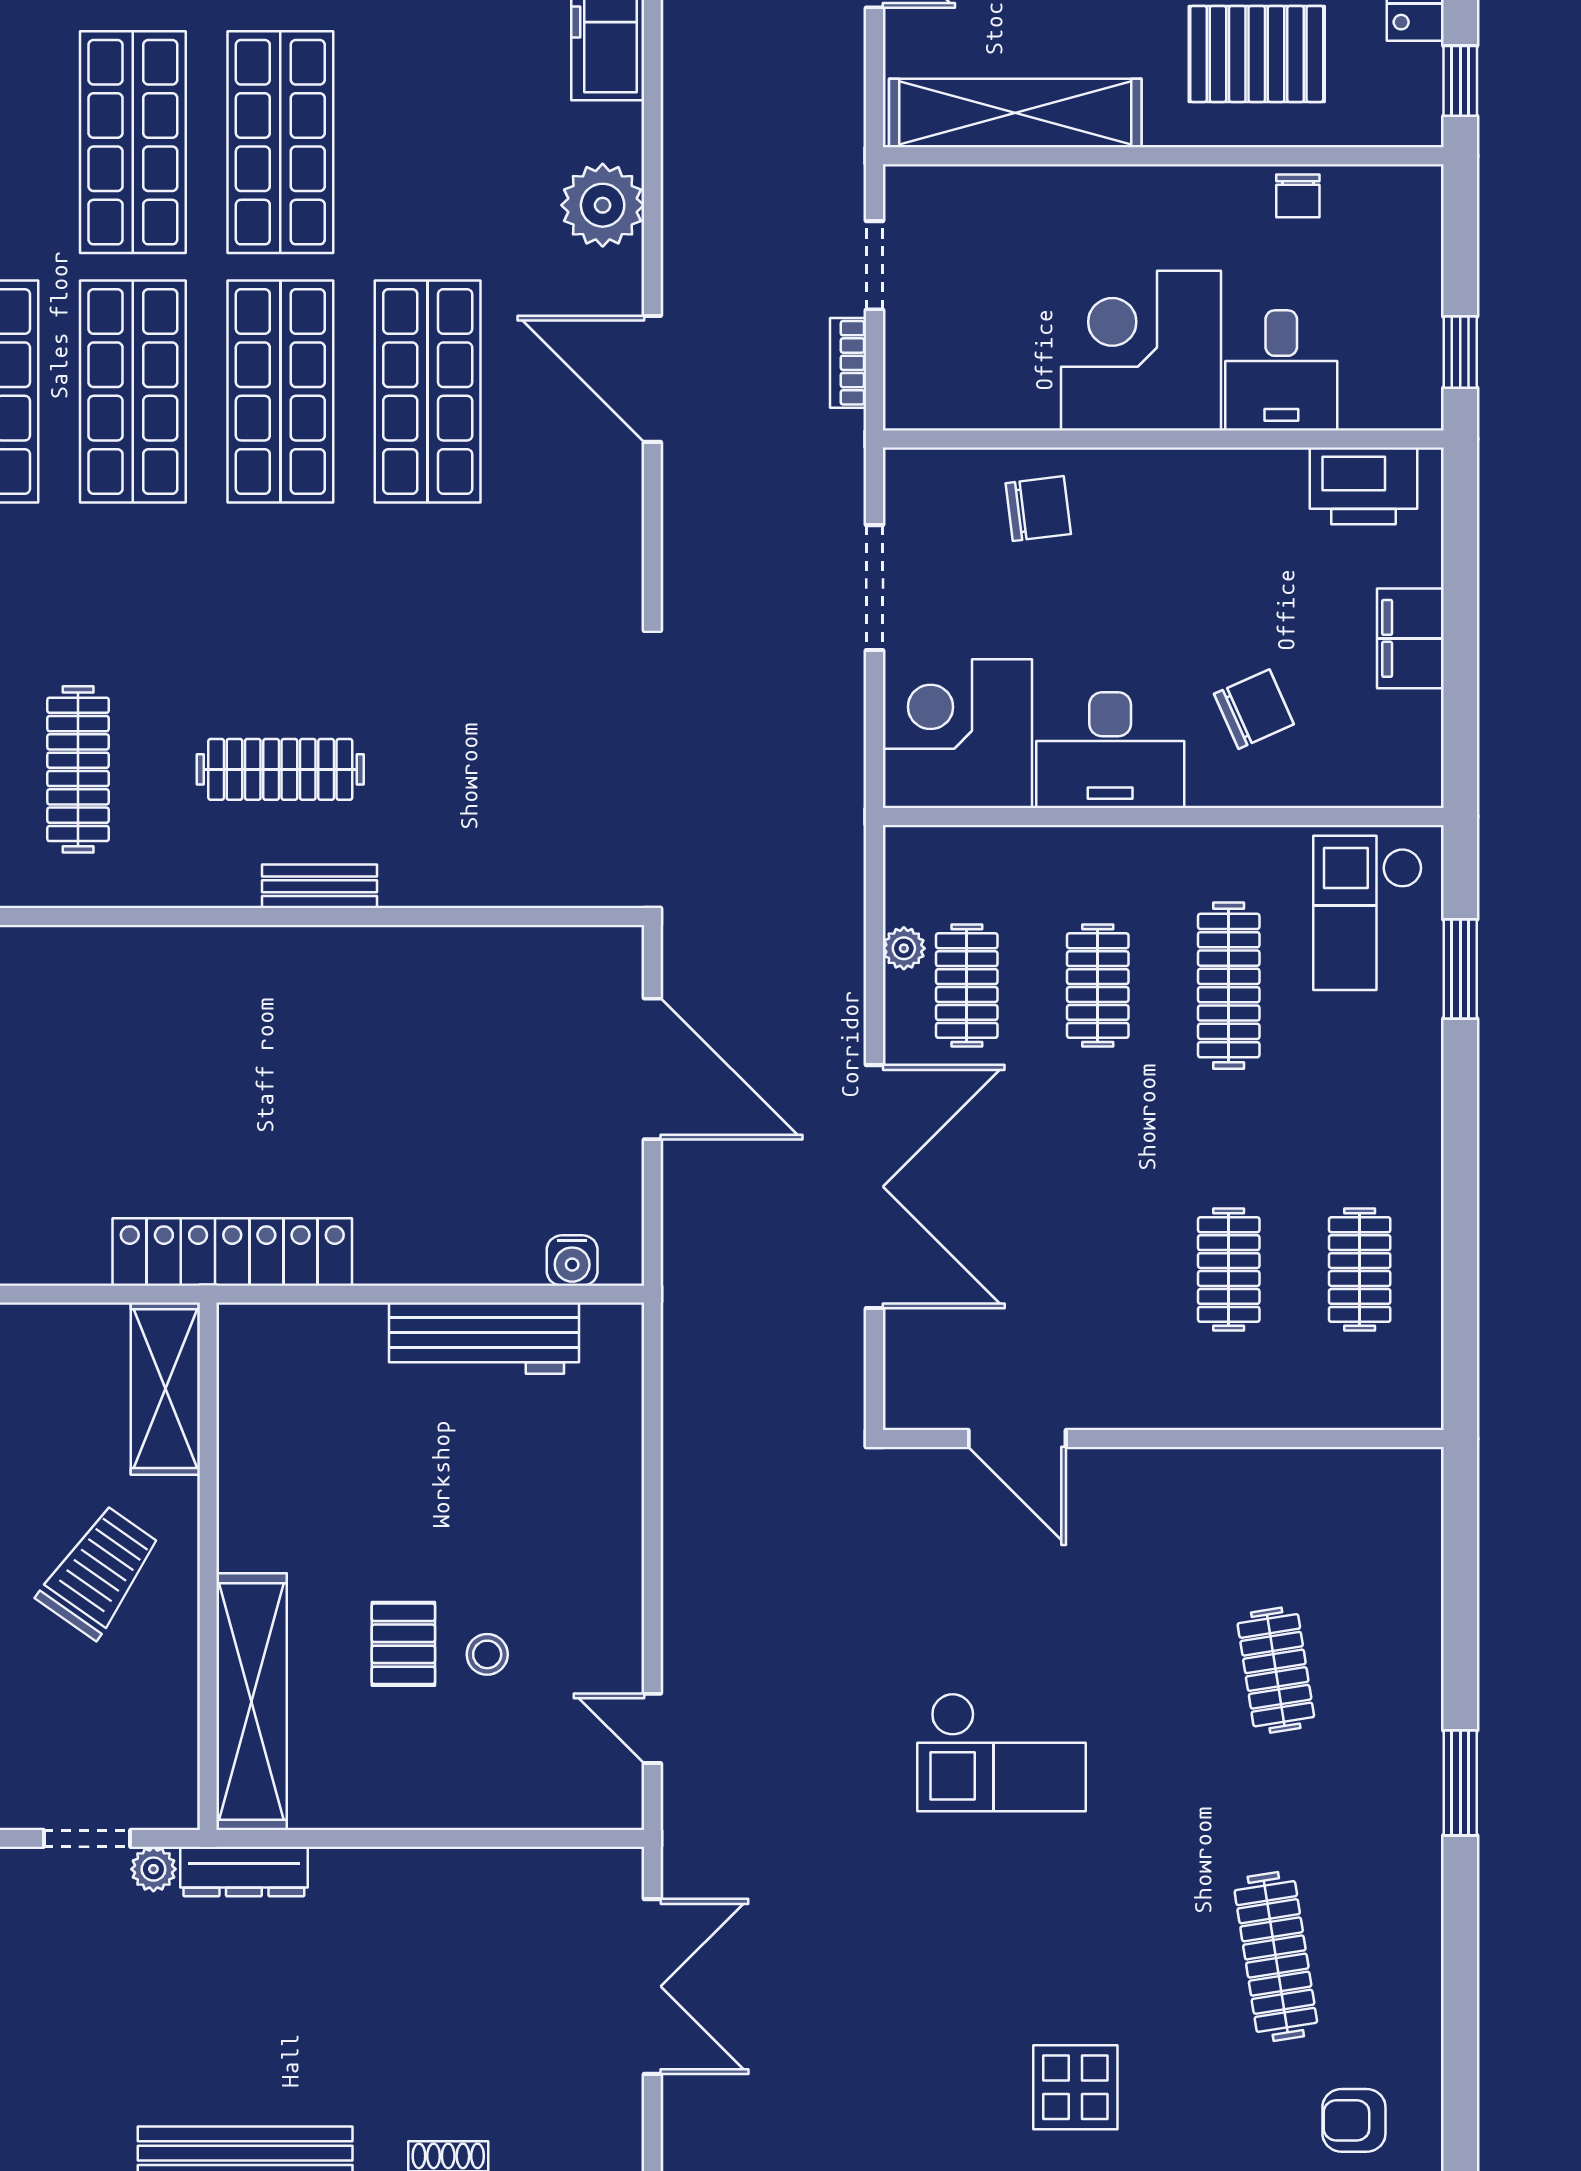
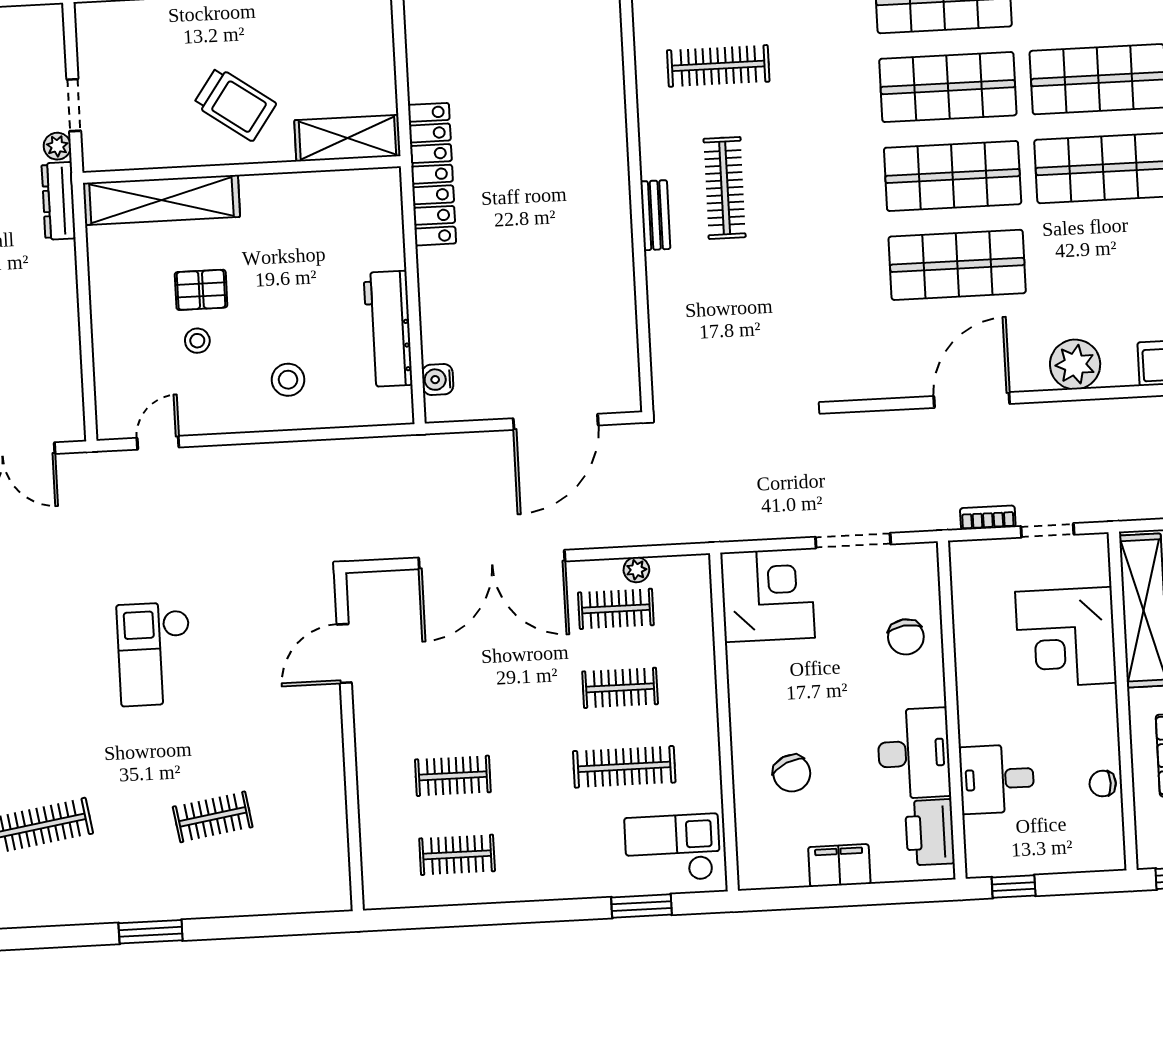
corner desk: (1141, 351) -> (1066, 637), moved, turned 180
desk: (1110, 750) -> (914, 753), moved, turned 180
stool: (560, 1508) -> (288, 380), added

